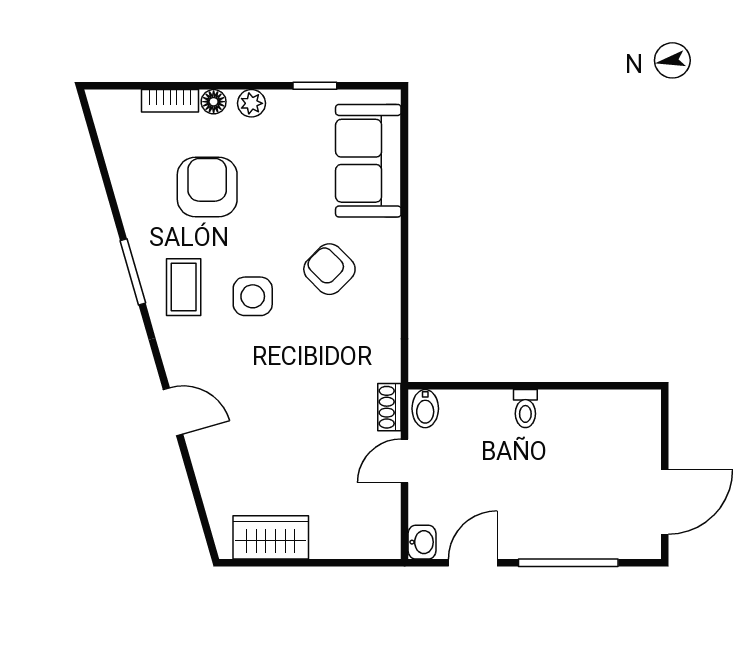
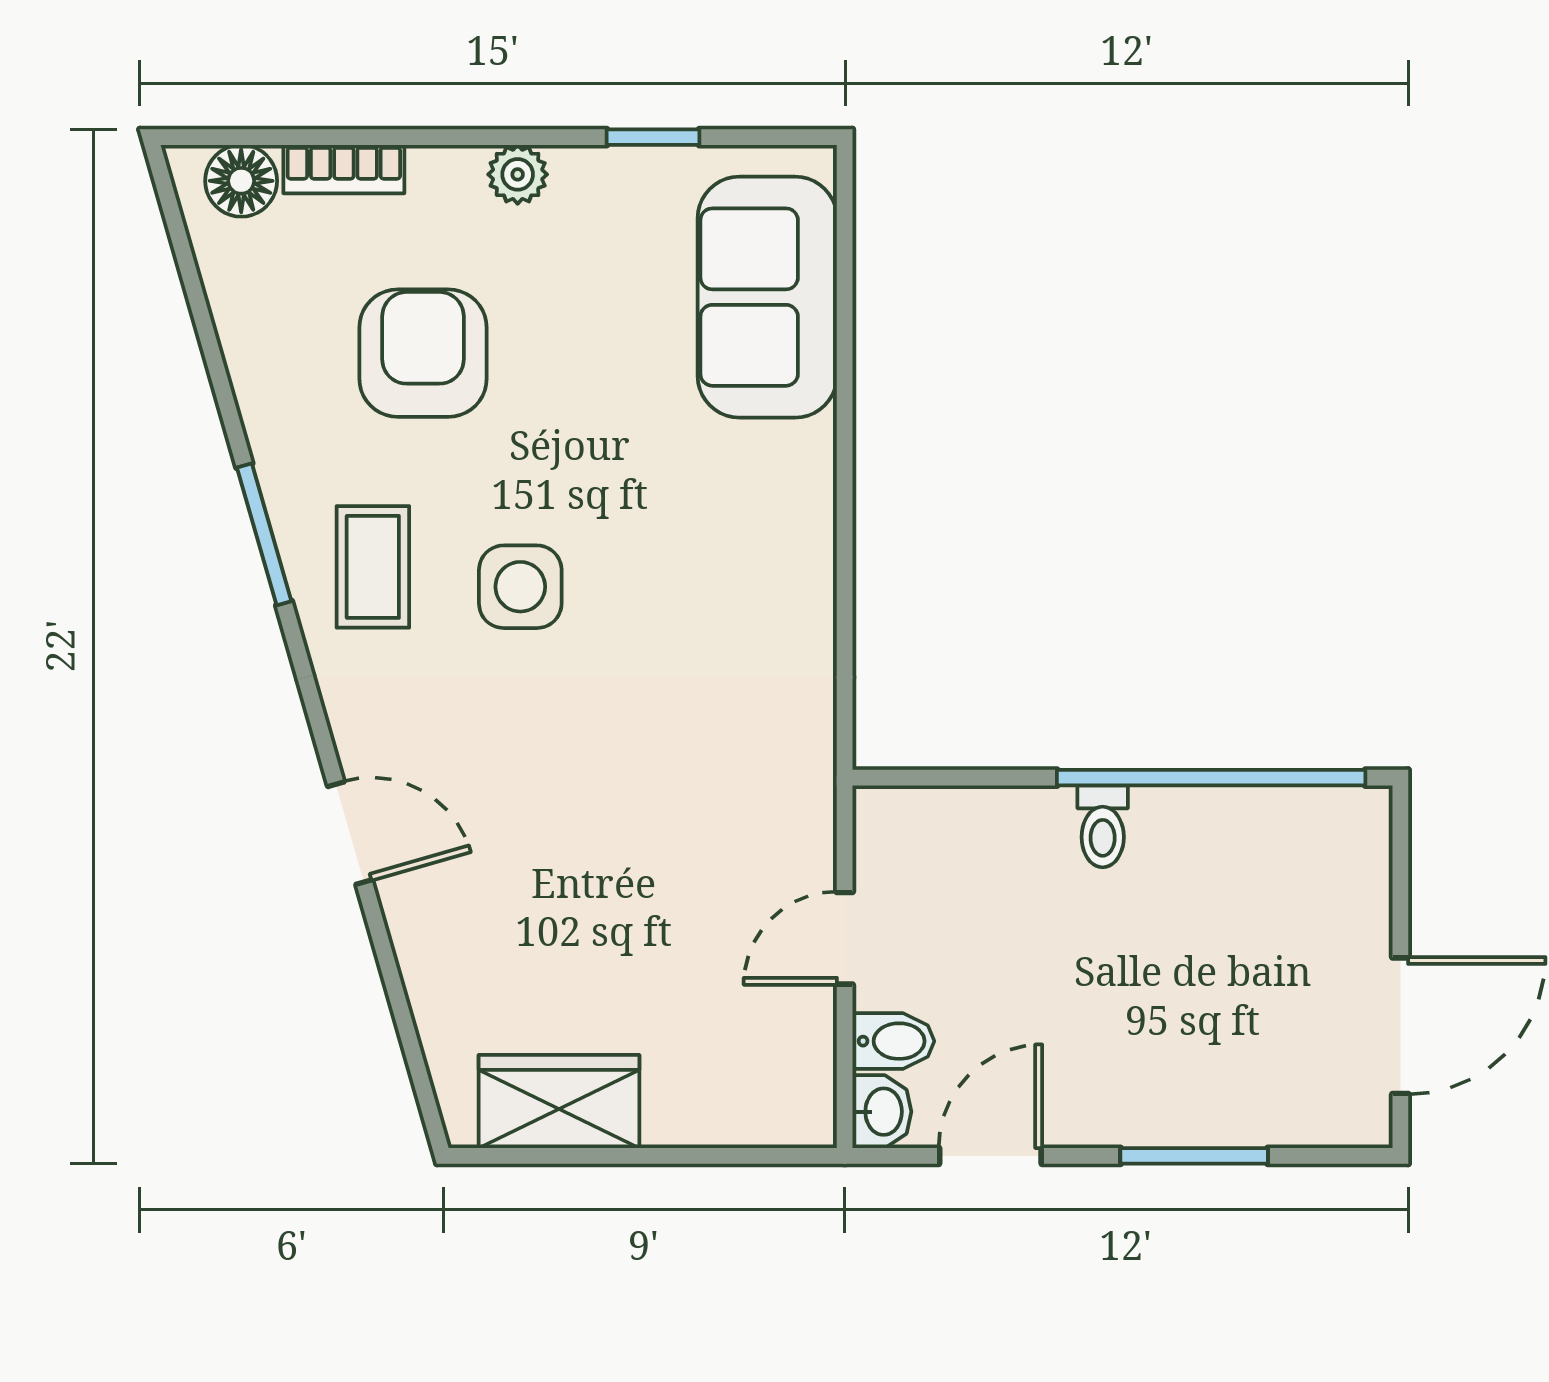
floor lamp: (214, 102) -> (241, 181), moved, width x1.37, depth x1.37
armchair: (329, 269) -> (684, 529), removed
window: (576, 386) -> (1211, 778), added
shoe rack: (389, 407) -> (812, 823), removed
bidet: (425, 409) -> (893, 1041), moved, turned -90
window: (568, 563) -> (1194, 1156), width x0.69

